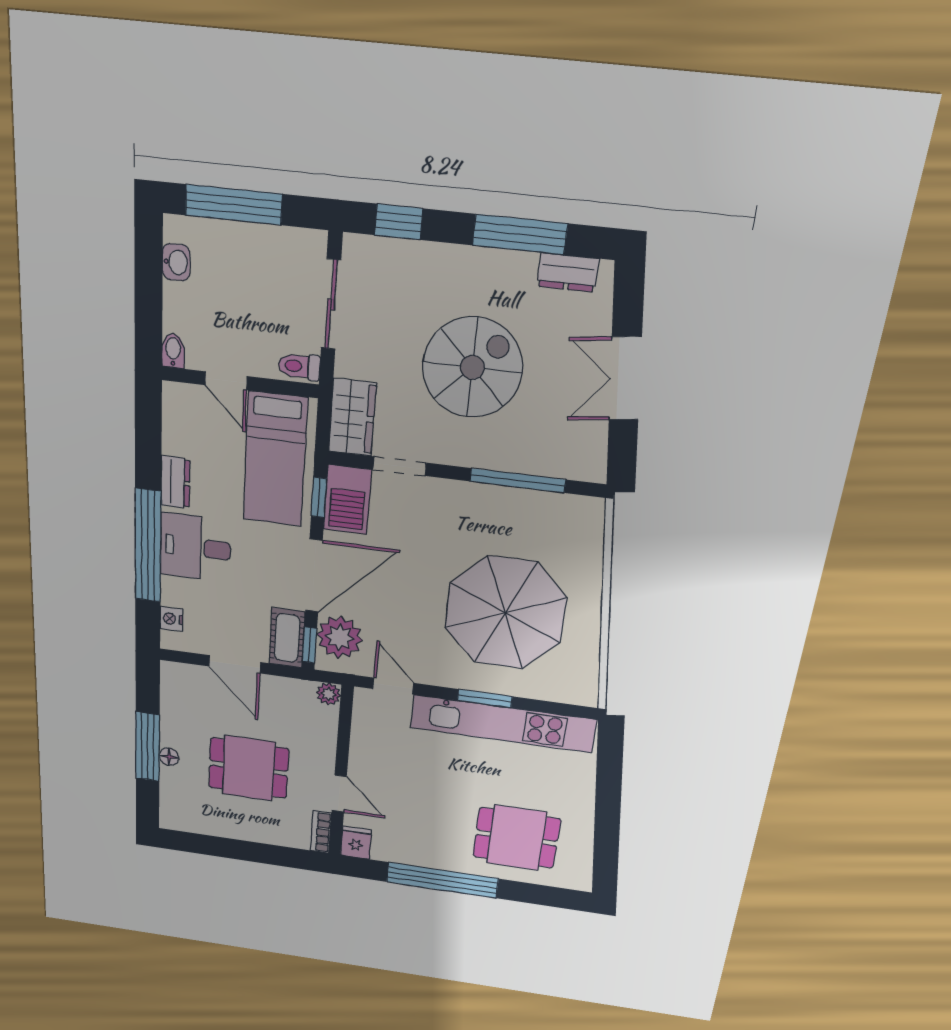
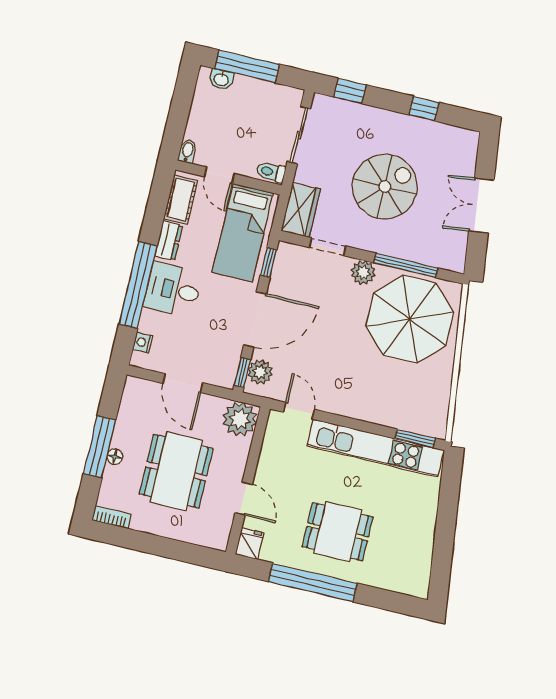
window: (520, 234) -> (424, 109), width x0.46
washbasin: (176, 262) -> (221, 79), moved, turned 90
dresser: (568, 272) -> (451, 135), removed
plant: (456, 497) -> (363, 273), added
barbecue: (347, 500) -> (288, 266), removed
parasol: (505, 613) -> (410, 319), moved
plant: (340, 637) -> (260, 372), width x0.73, depth x0.73
cot: (287, 638) -> (181, 200), moved
plant: (329, 694) -> (240, 419), width x1.88, depth x1.88
window: (485, 698) -> (415, 438), moved
dining table: (249, 768) -> (176, 471), width x1.37
bookcase: (321, 832) -> (112, 517), moved, turned 90
dining table: (517, 838) -> (338, 532), moved

